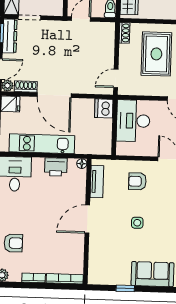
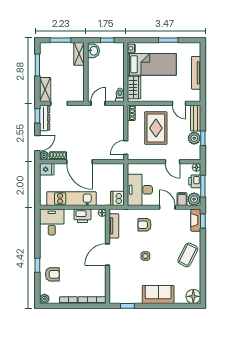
dishwasher: (104, 108) -> (117, 198), moved
desk: (133, 121) -> (140, 190), moved
window: (125, 288) -> (127, 306), moved

